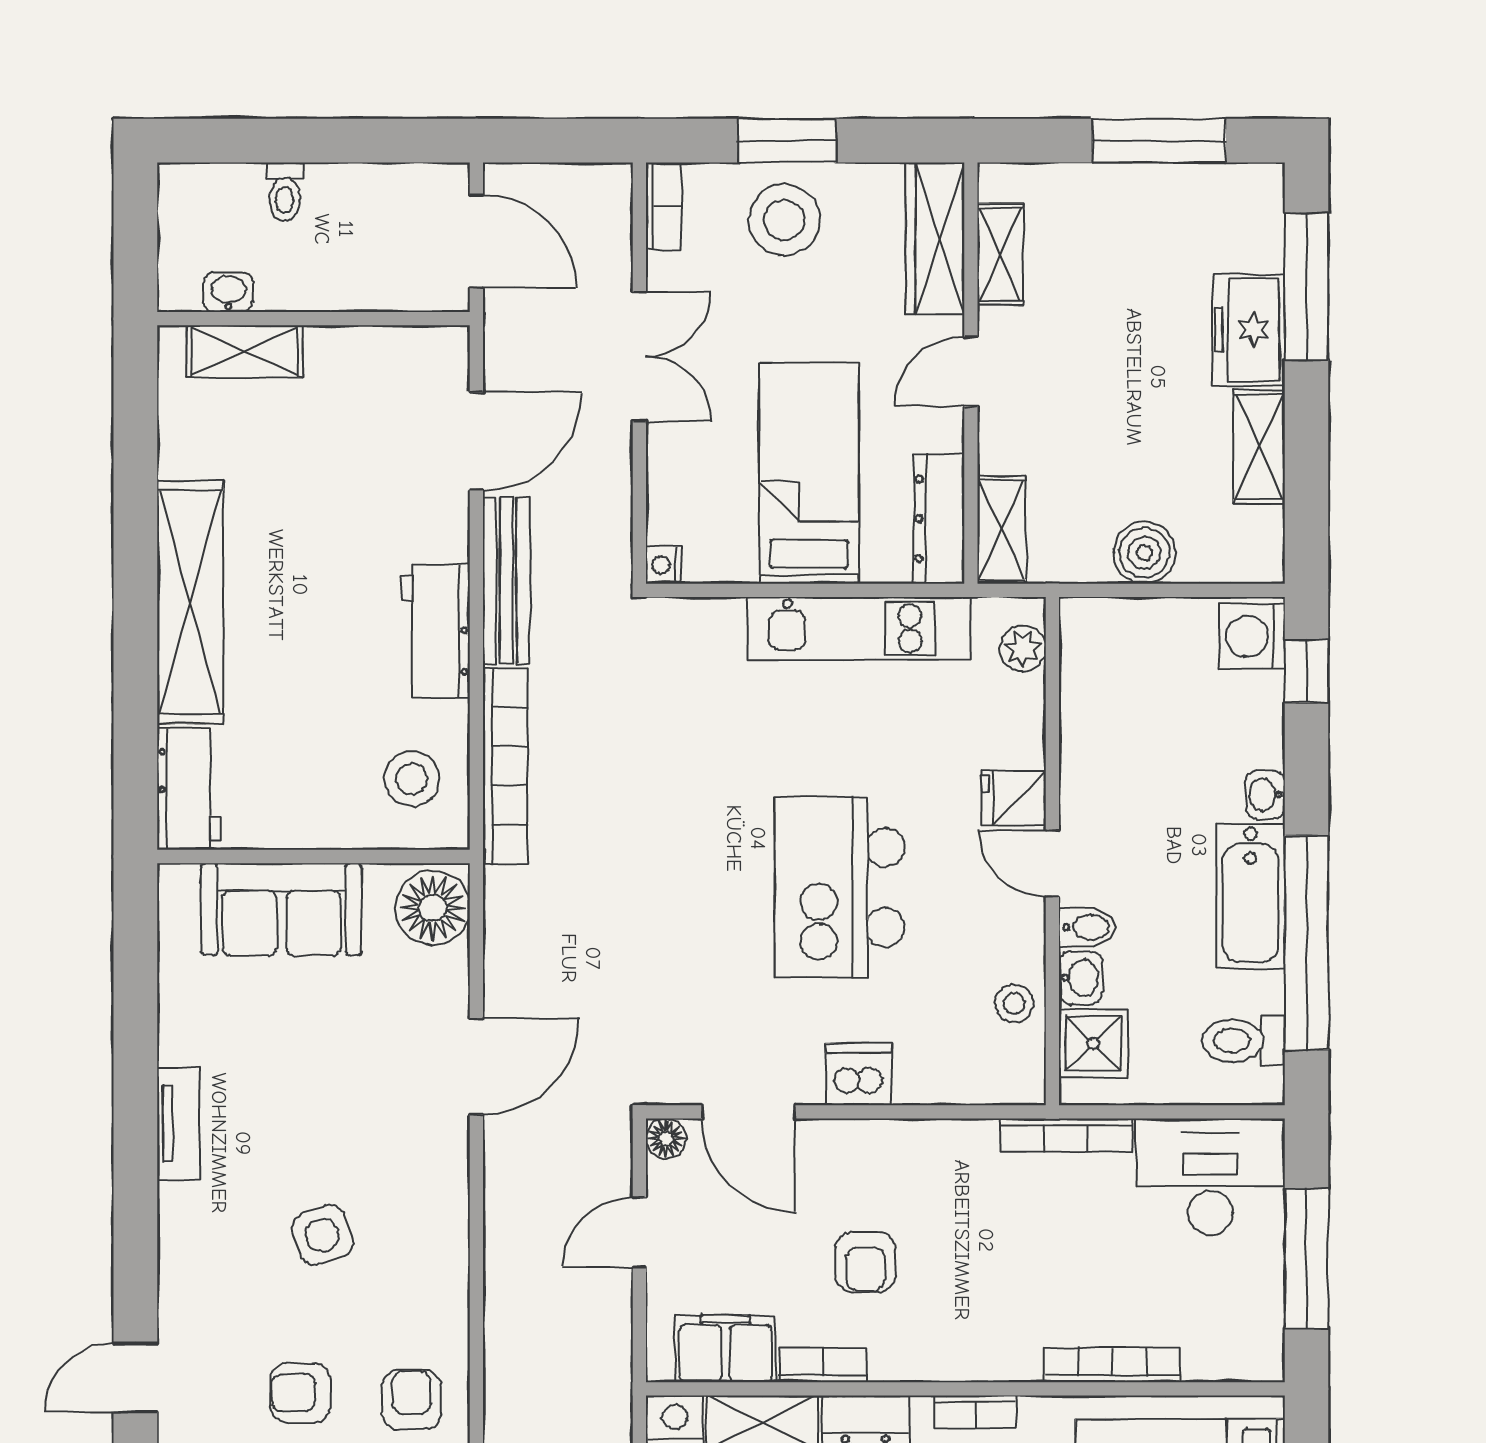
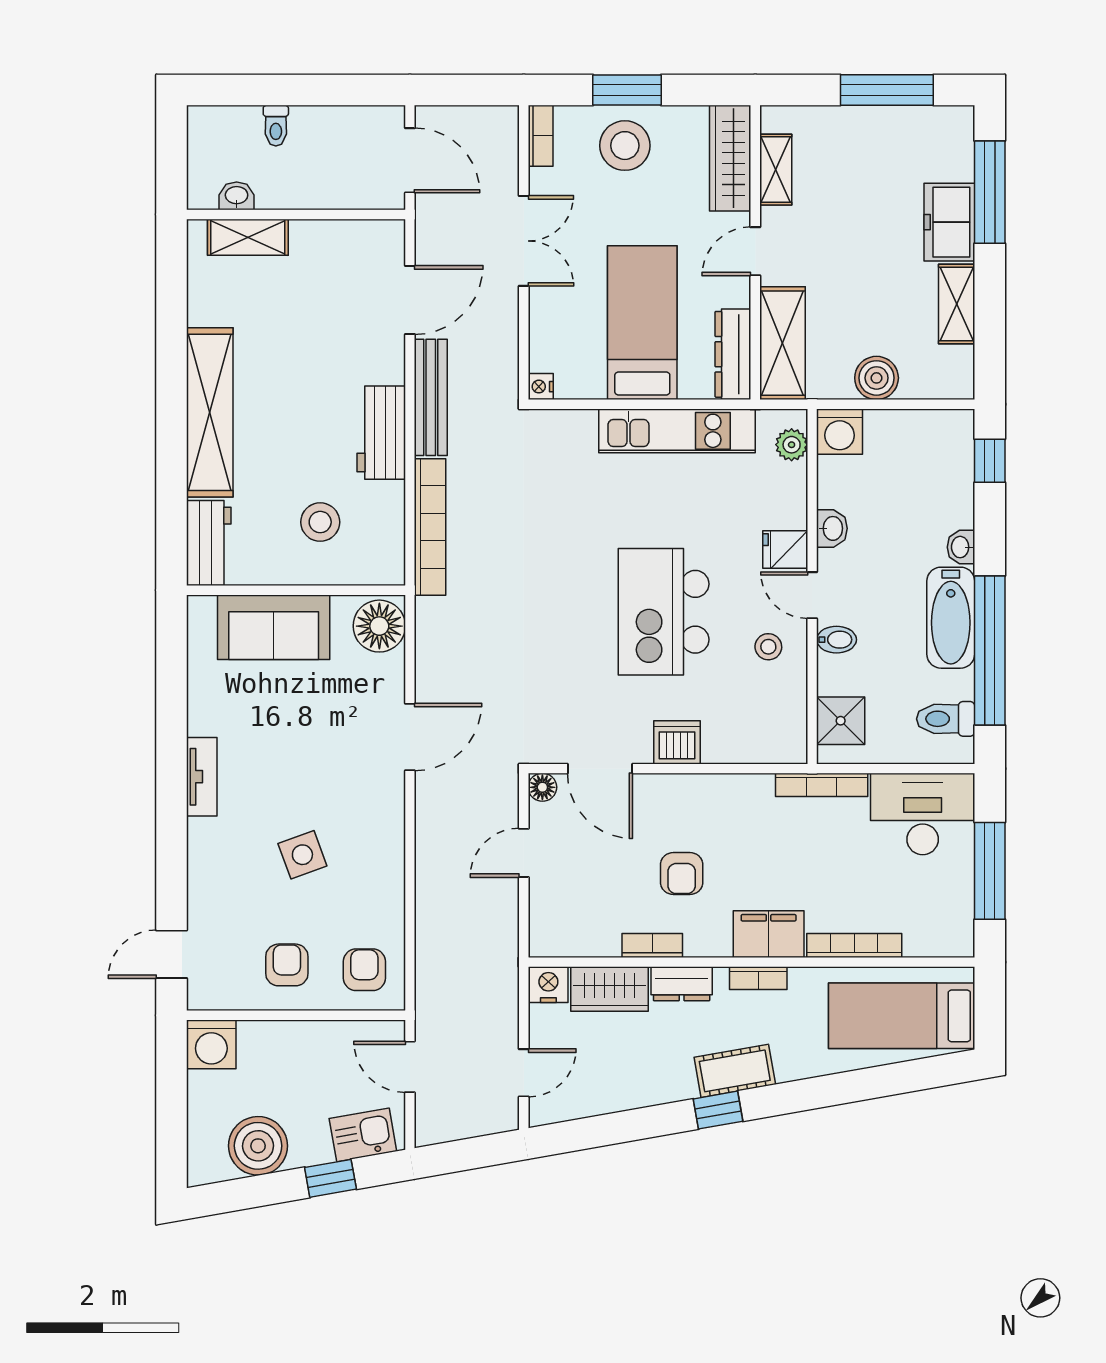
shelving: (1002, 530) -> (782, 343), width x1.50, depth x1.33
washing machine: (1252, 636) -> (840, 432), moved, turned -90
stool: (412, 779) -> (320, 522), moved
washbasin: (1081, 978) -> (832, 528), moved
stool: (1014, 1003) -> (768, 647), moved
filing cabinet: (725, 1349) -> (769, 934), moved
armchair: (300, 1393) -> (287, 965), turned 90

